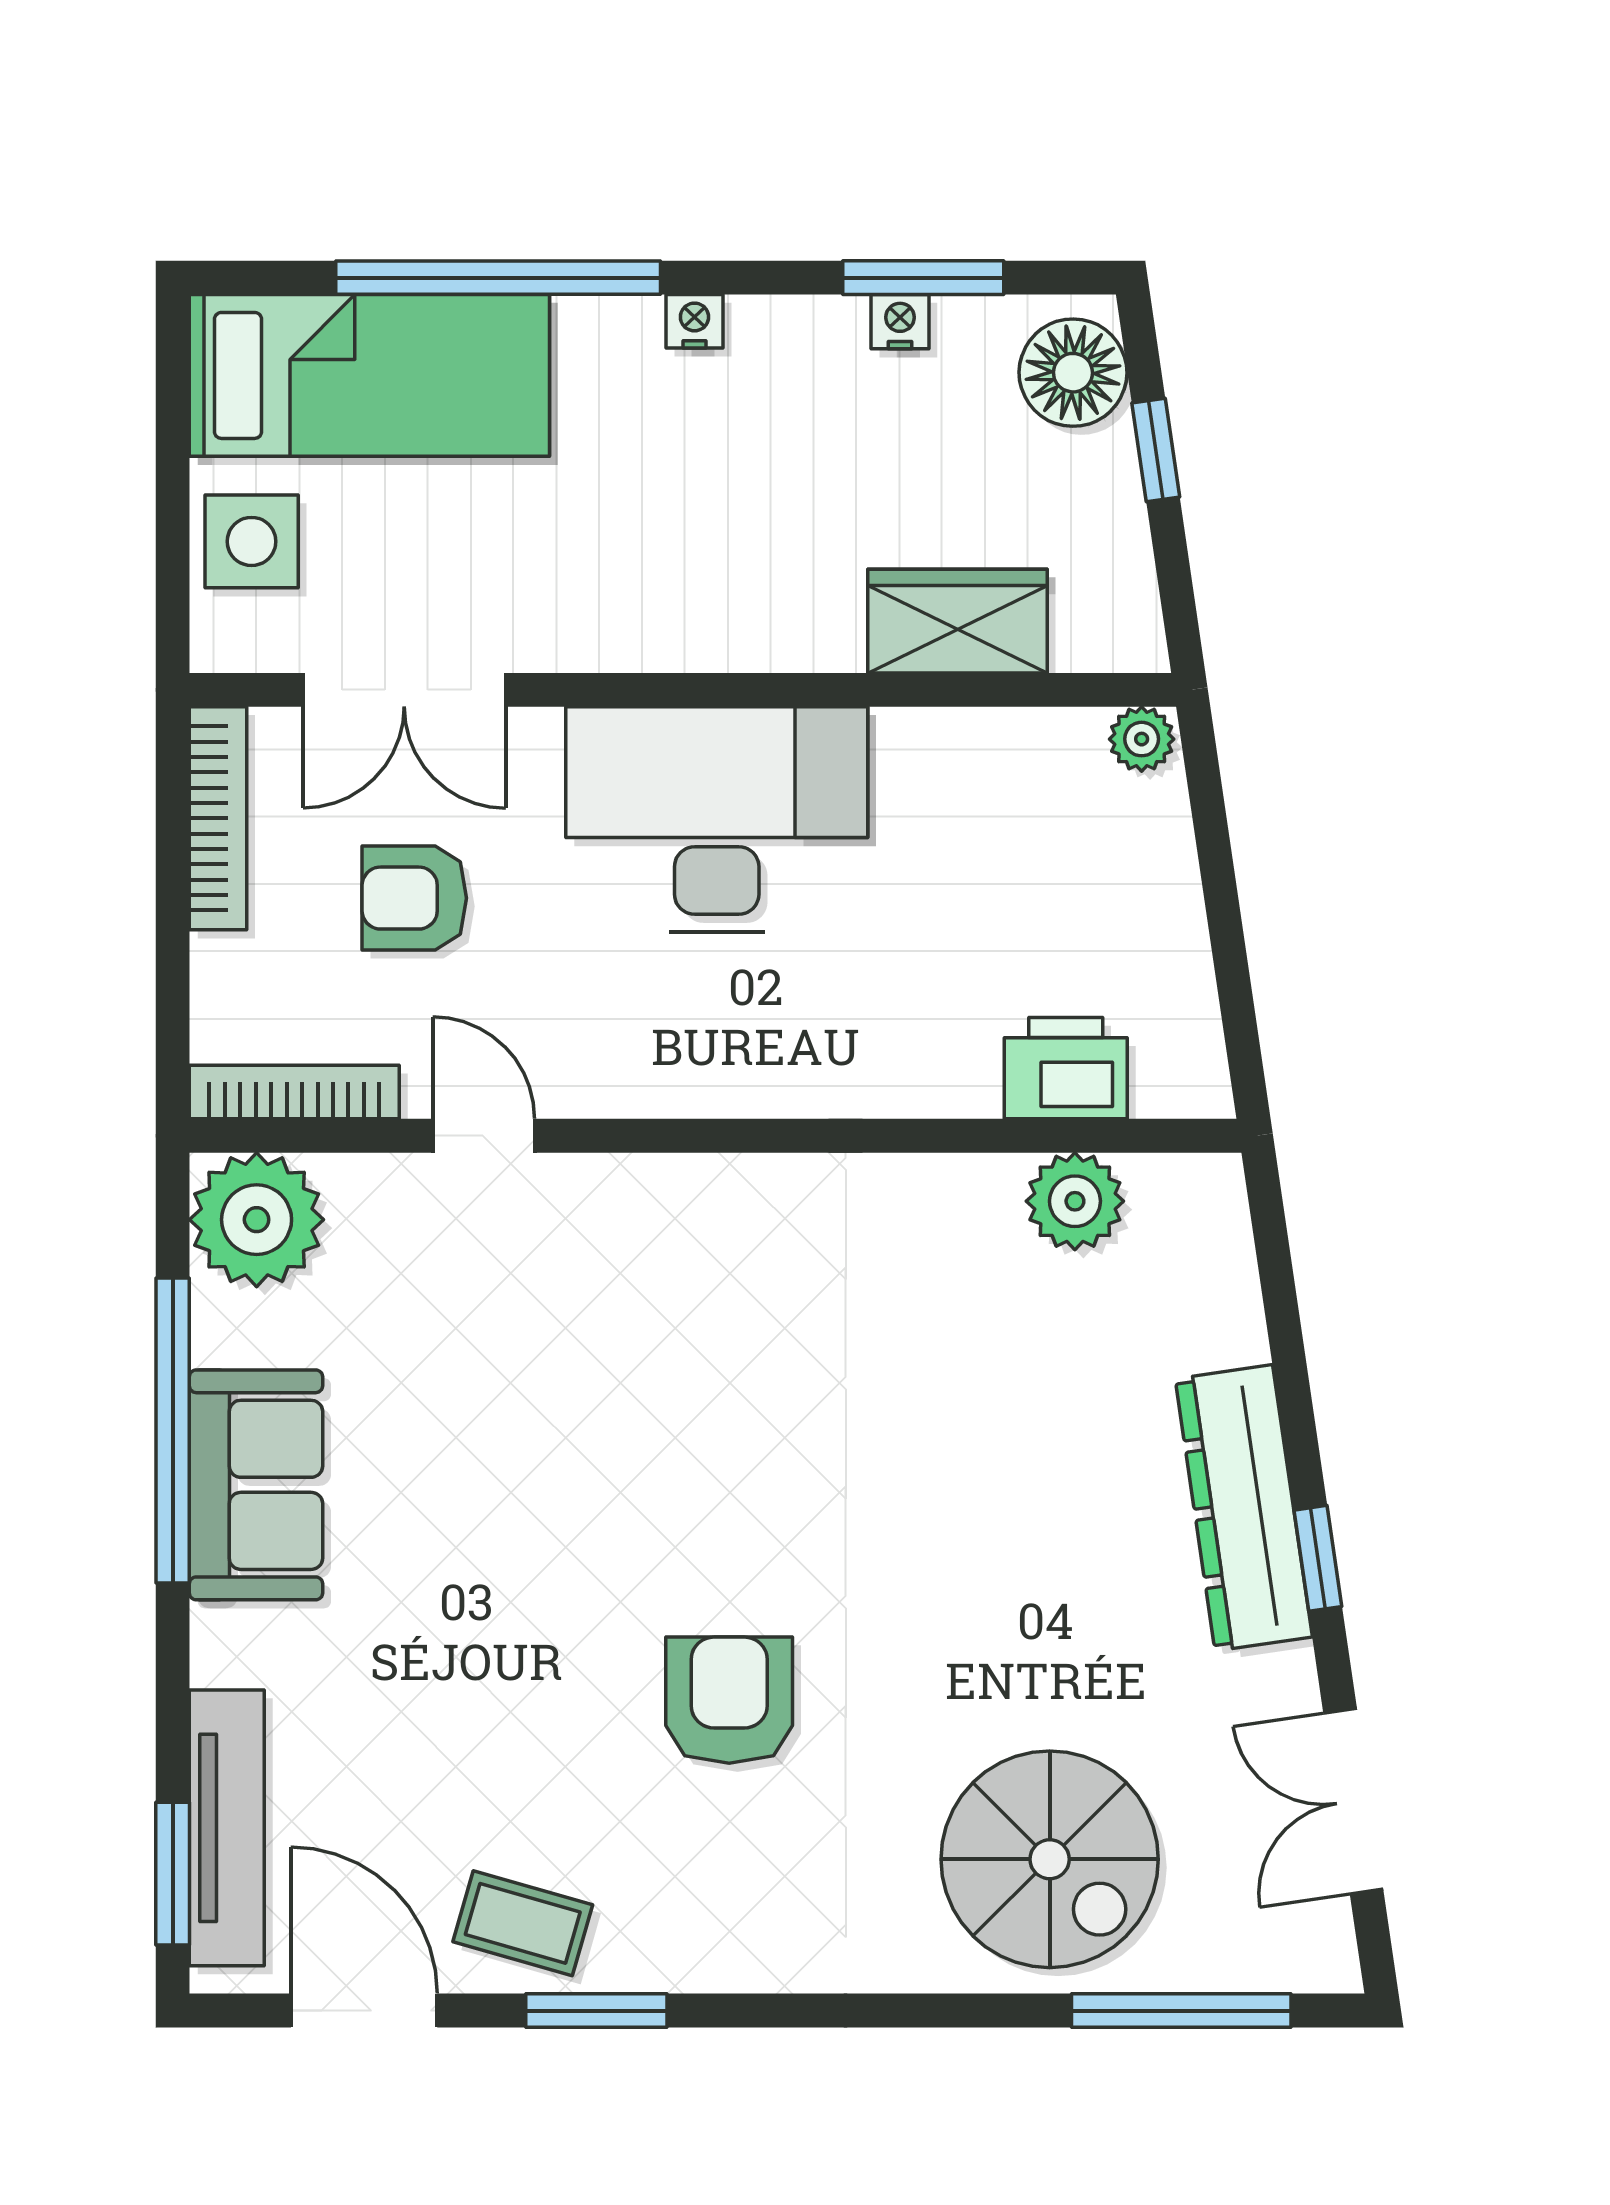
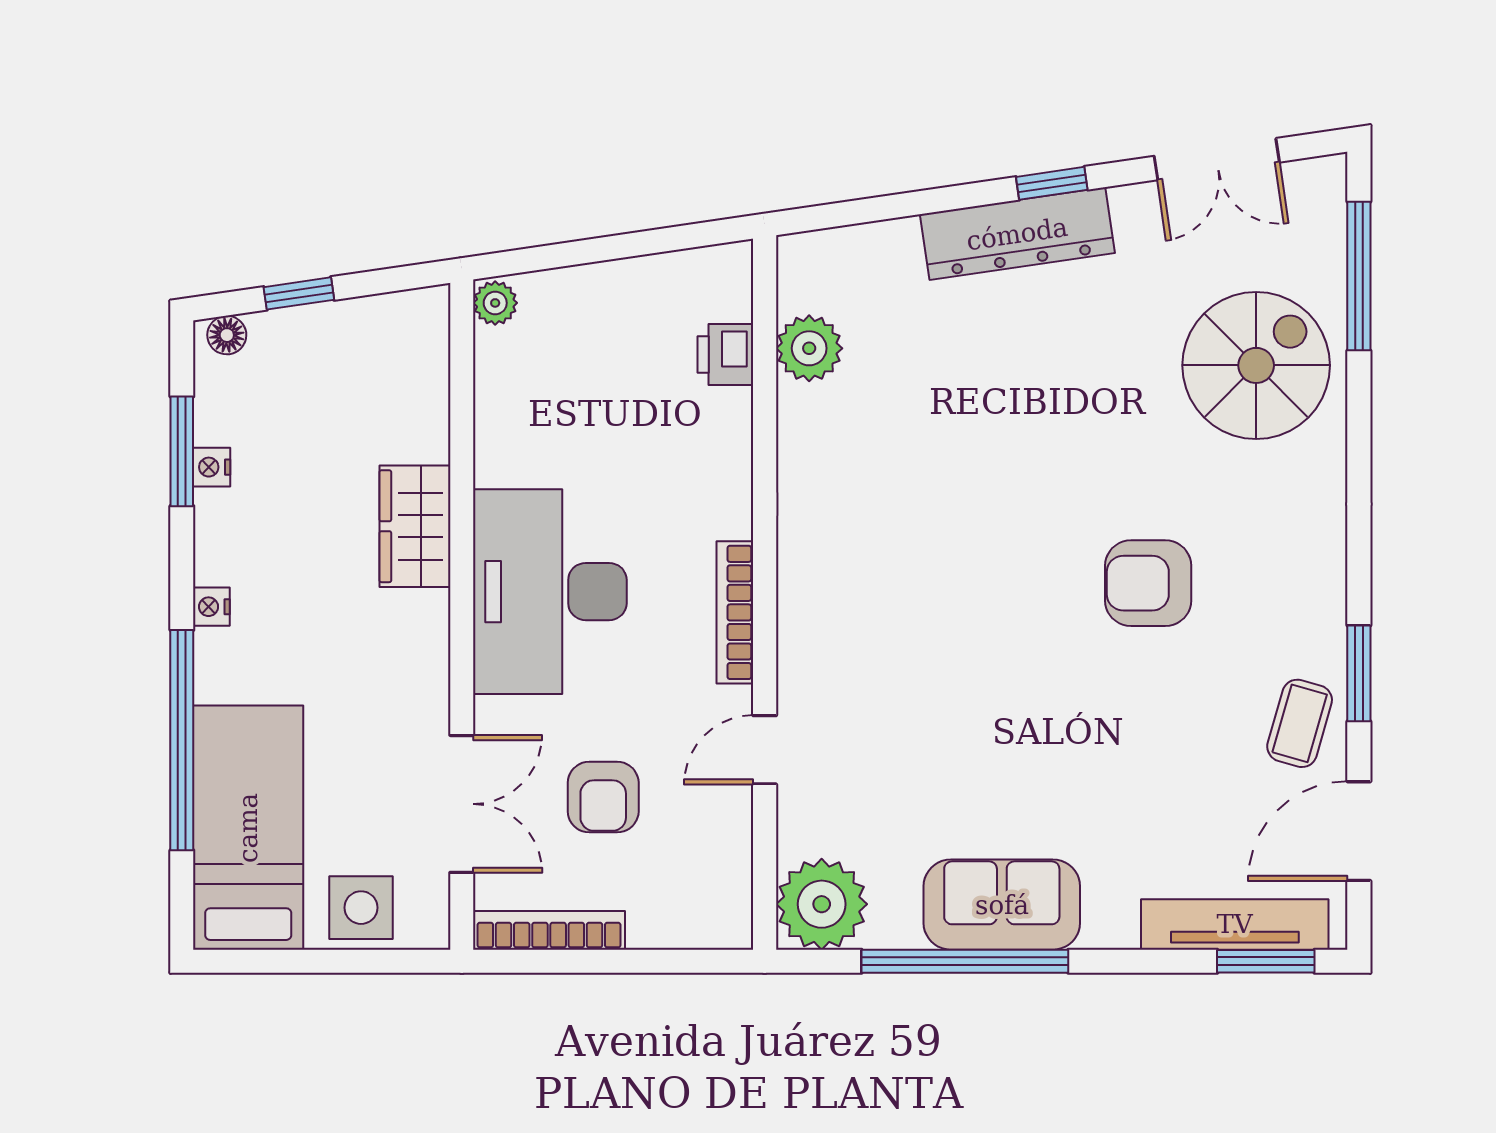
floor lamp: (1073, 373) -> (227, 335), width x0.53, depth x0.53
wardrobe: (957, 621) -> (415, 526), moved
printer: (1066, 1068) -> (725, 355), width x0.73, depth x0.81
bookcase: (294, 1092) -> (735, 612), moved

